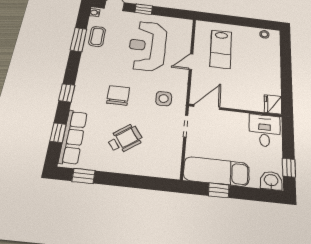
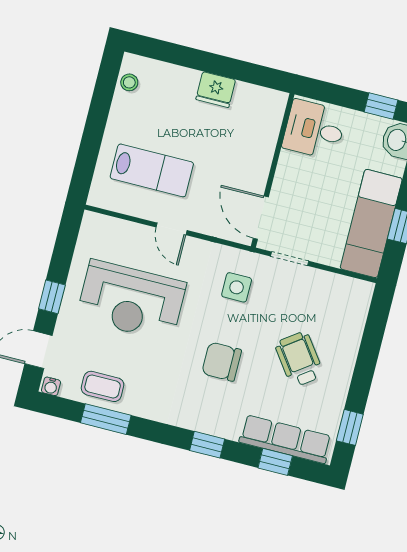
fridge: (273, 104) -> (216, 90), moved

